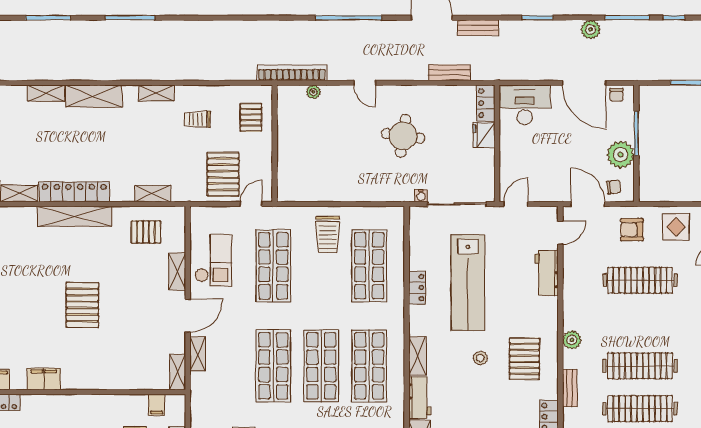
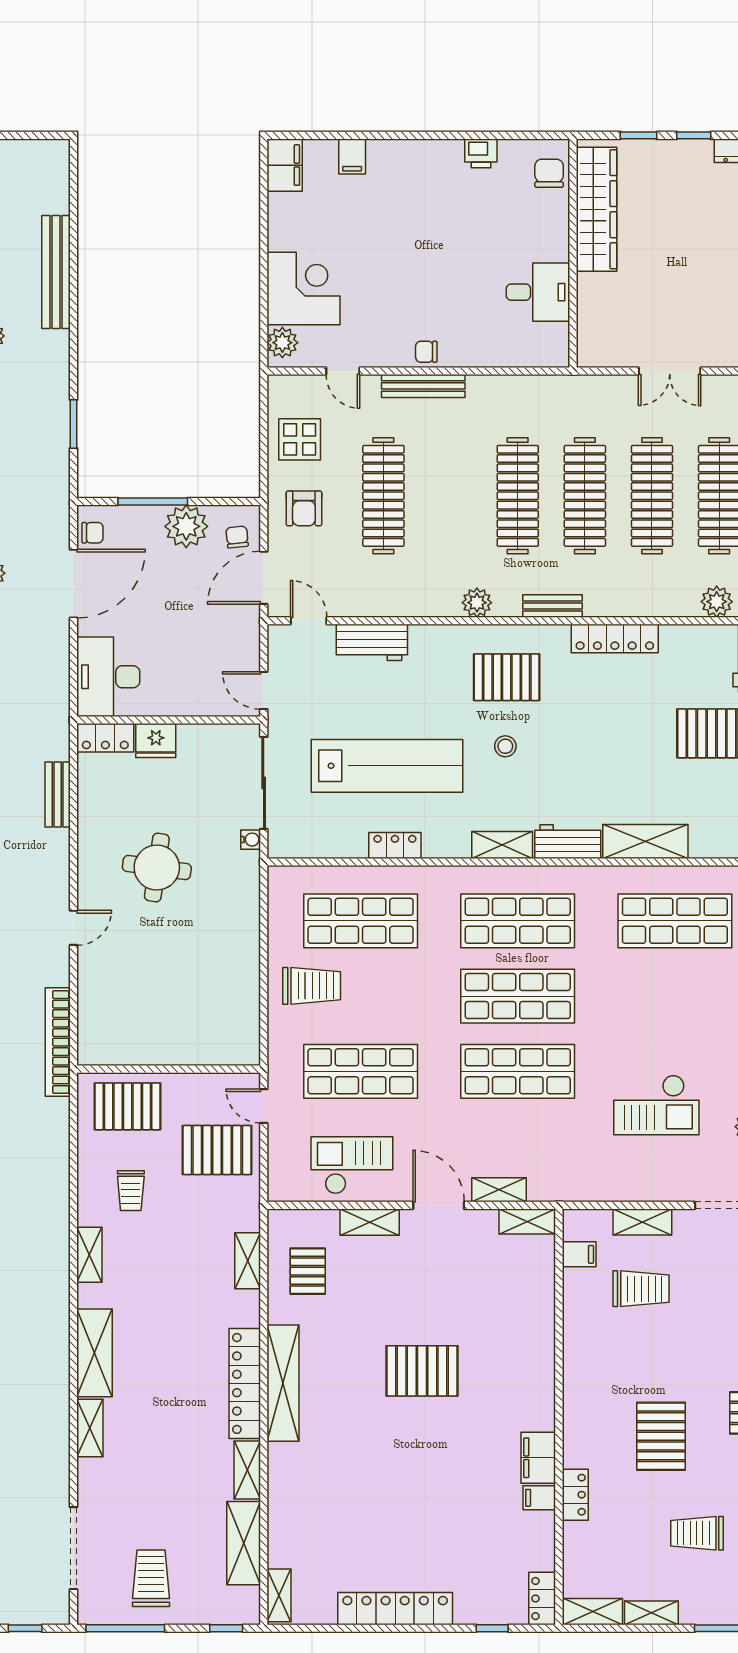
plant: (313, 92) -> (88, 1008), removed
pallet: (251, 117) -> (128, 1106), width x1.50, depth x1.42
filing cabinet: (44, 379) -> (538, 1458), moved

